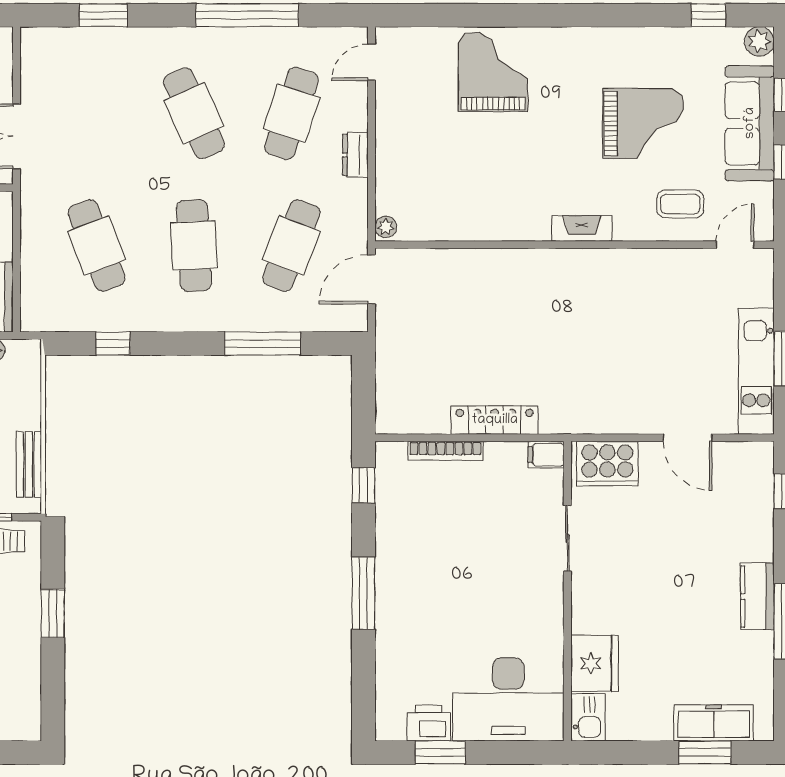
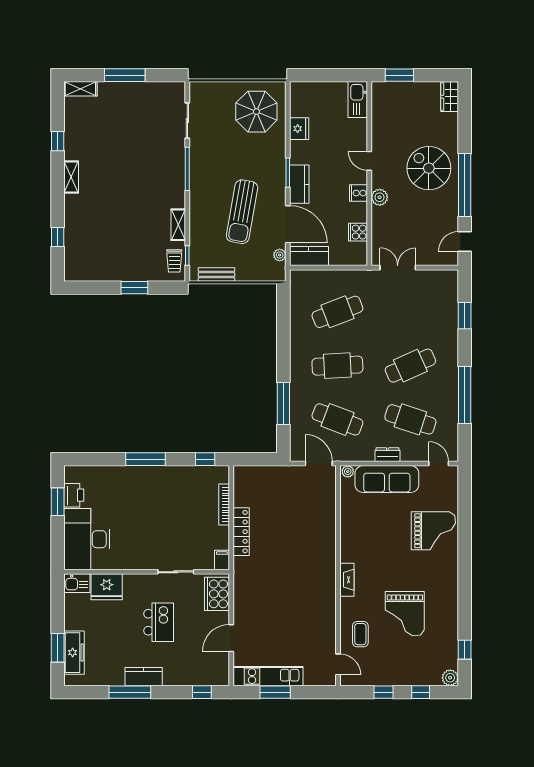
sofa: (750, 123) -> (387, 479), moved, turned 180
window: (113, 344) -> (283, 321), removed
kitchen island: (659, 569) -> (159, 622), added

